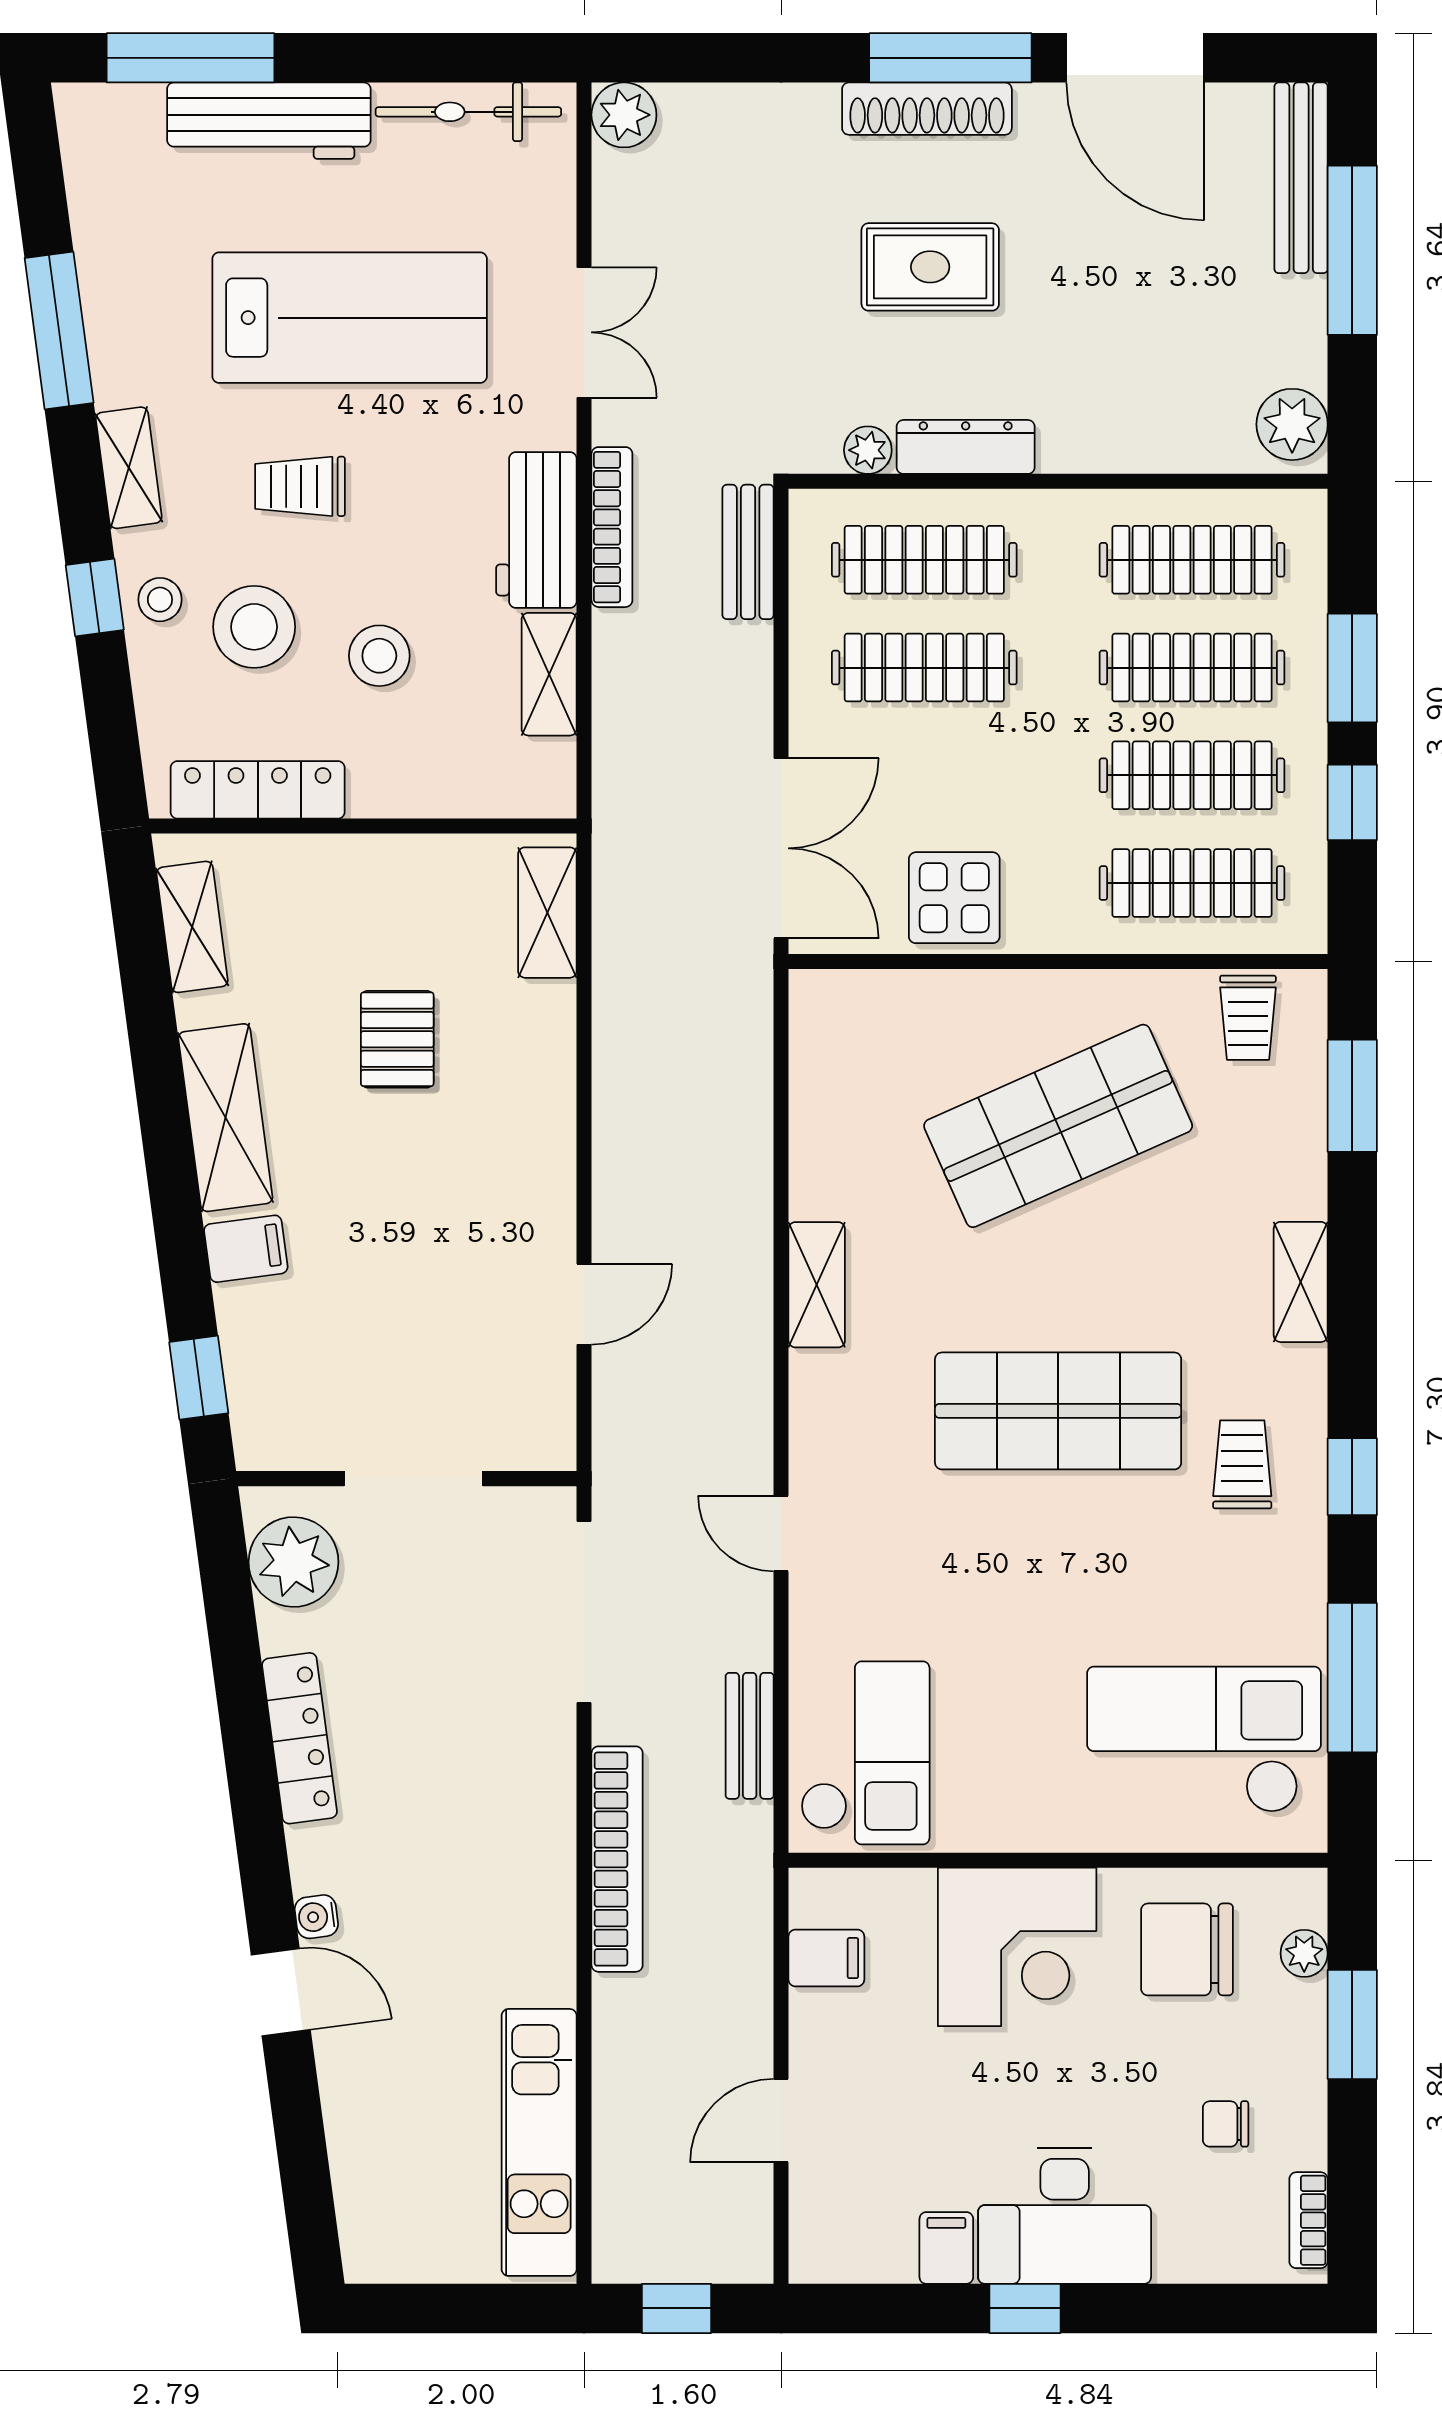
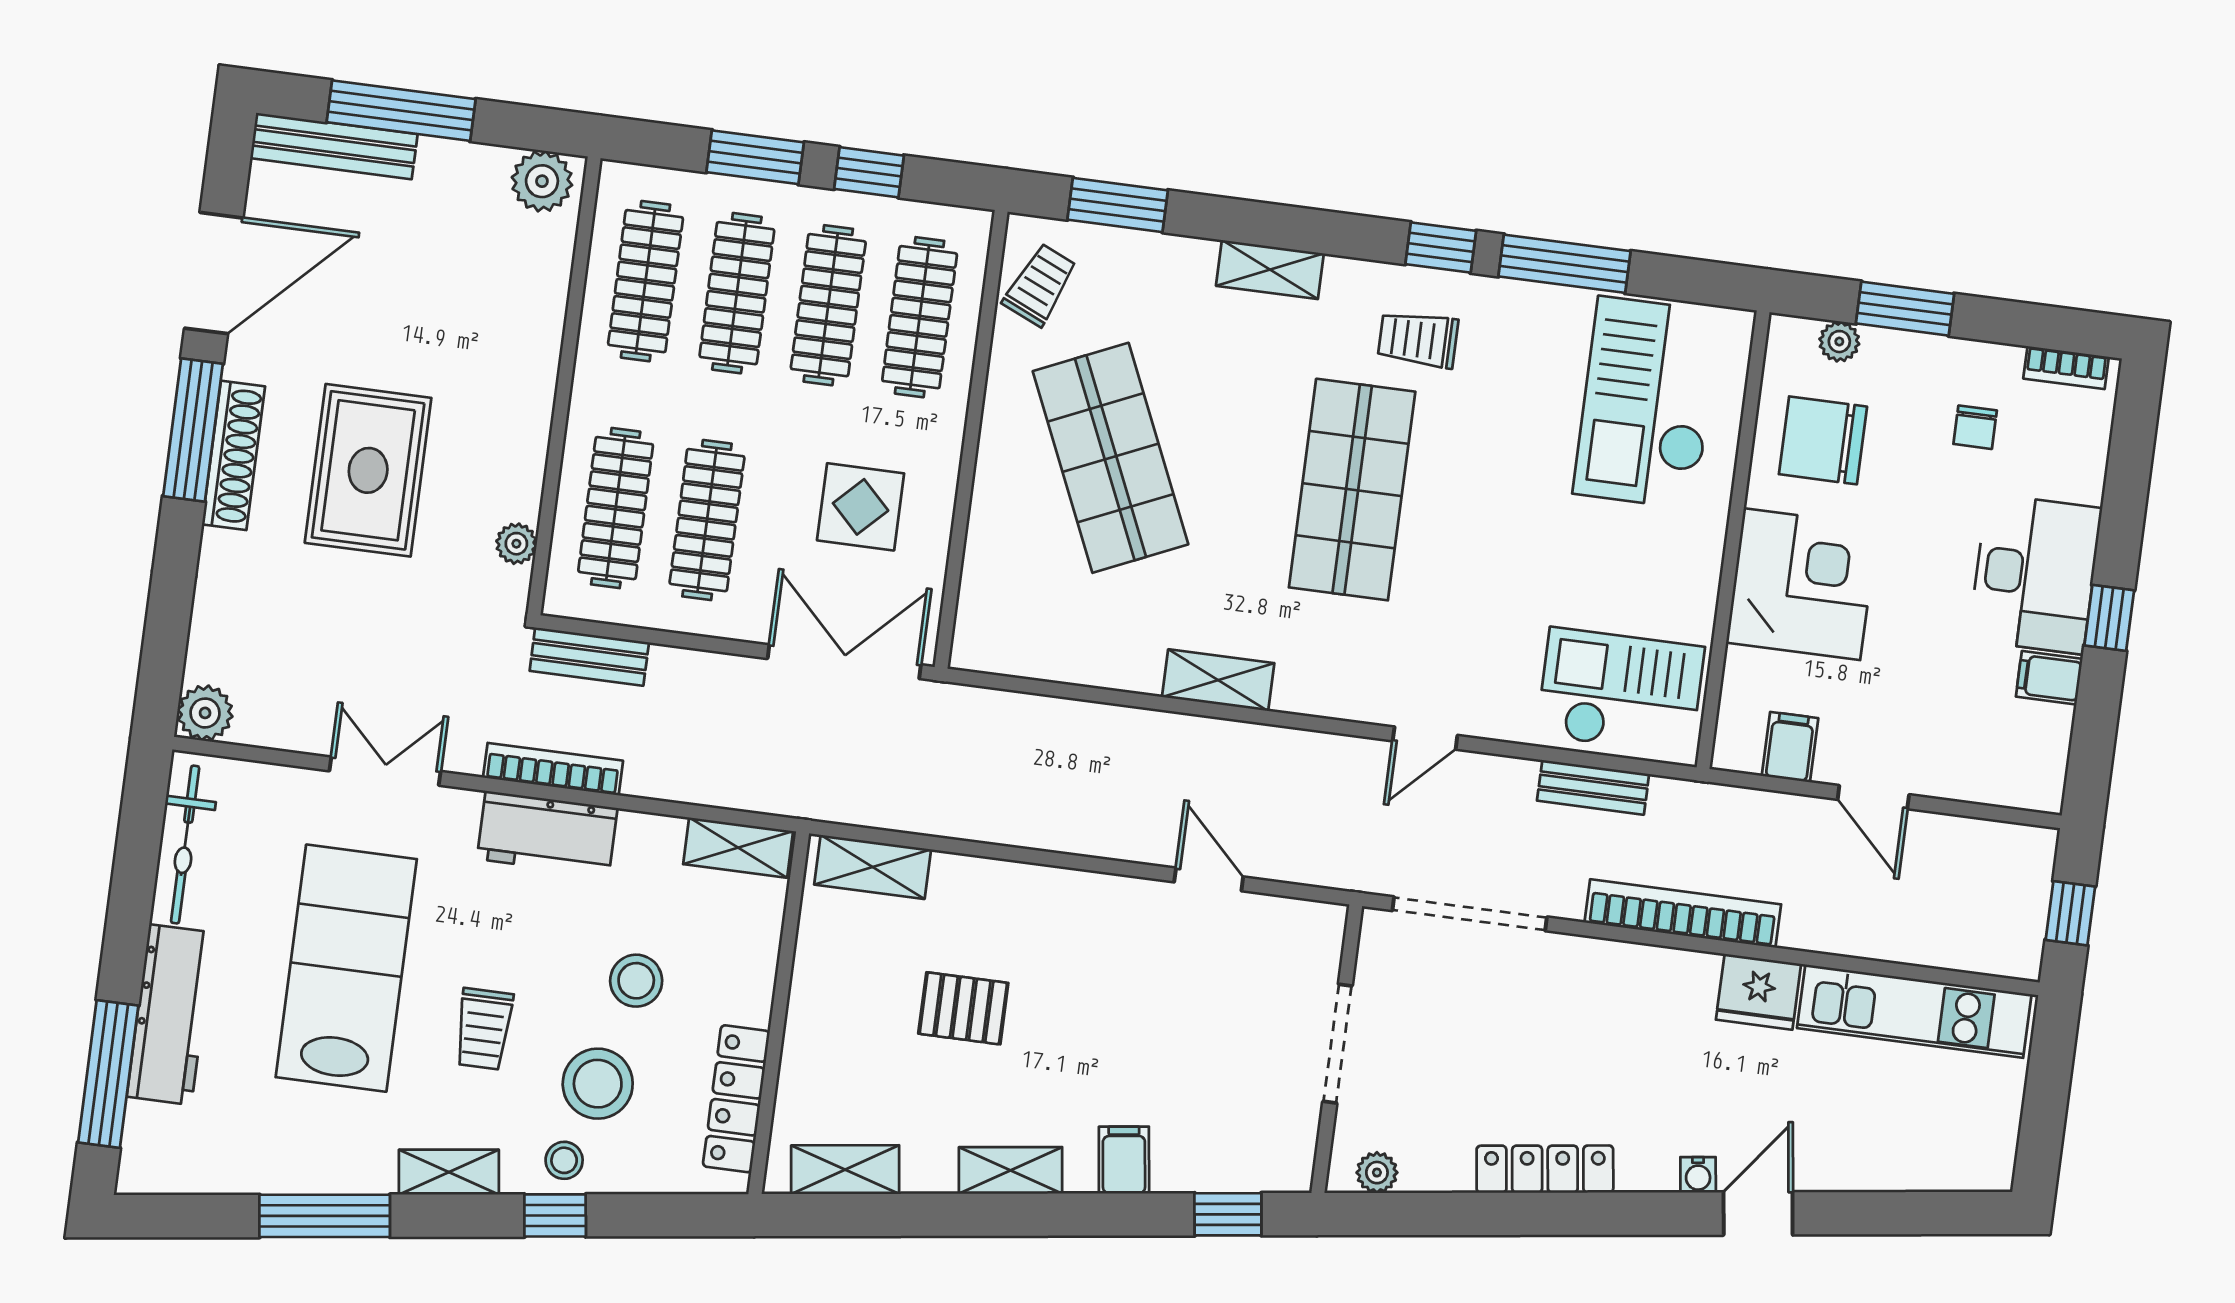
rug: (930, 267) -> (368, 470), width x1.36, depth x1.43
dresser: (966, 447) -> (525, 460), removed
shelving: (549, 674) -> (738, 848), moved
display table: (954, 898) -> (861, 507), moved
trolley: (1248, 1018) -> (1040, 285), turned -66
shelving: (225, 1118) -> (1011, 1170), width x0.67, depth x0.75
plant: (294, 1562) -> (1377, 1173), width x0.53, depth x0.53
window: (1352, 1678) -> (1564, 264), moved
chair: (1187, 1949) -> (1823, 440), turned 90
fridge: (538, 1959) -> (1758, 992), added
door: (781, 2121) -> (1873, 797), moved

